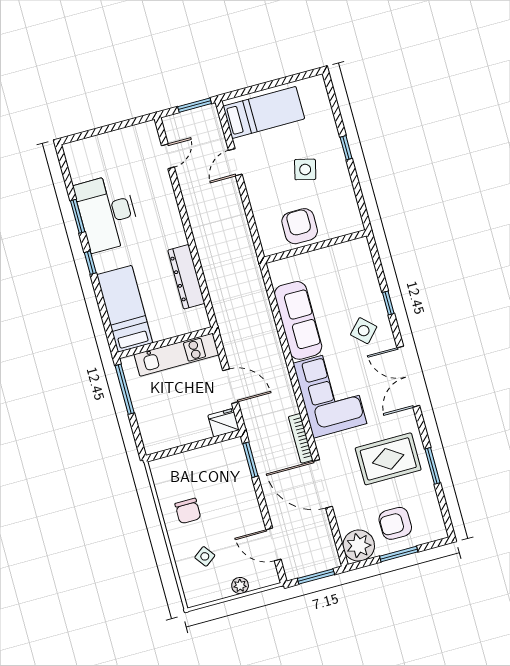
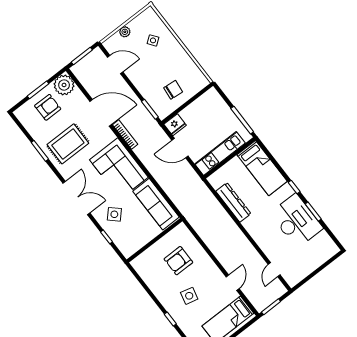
armchair: (300, 226) -> (178, 261), turned 90
wall: (315, 247) -> (155, 240), moved
chair: (188, 511) -> (173, 90), moved, turned 96

